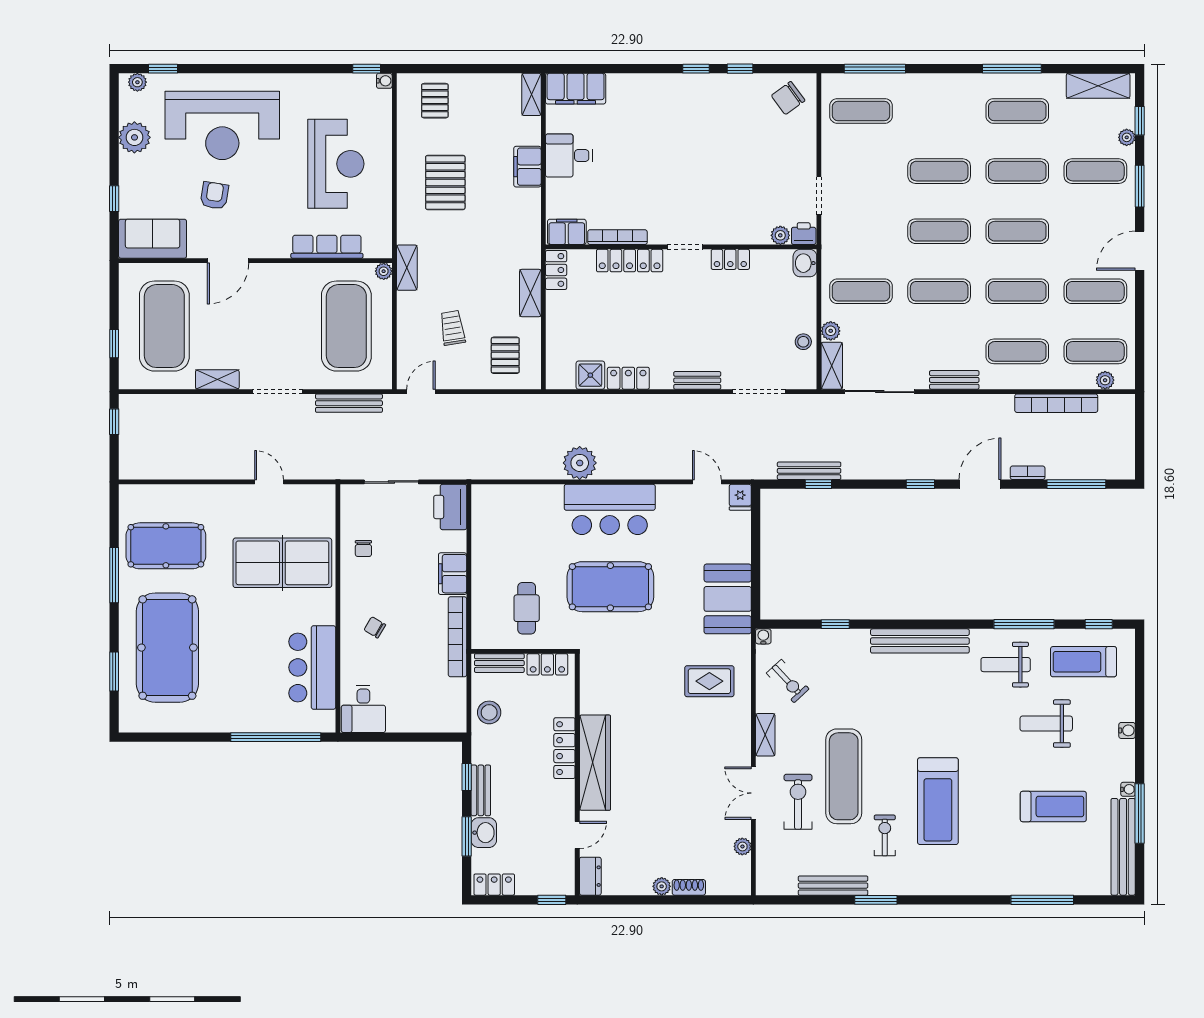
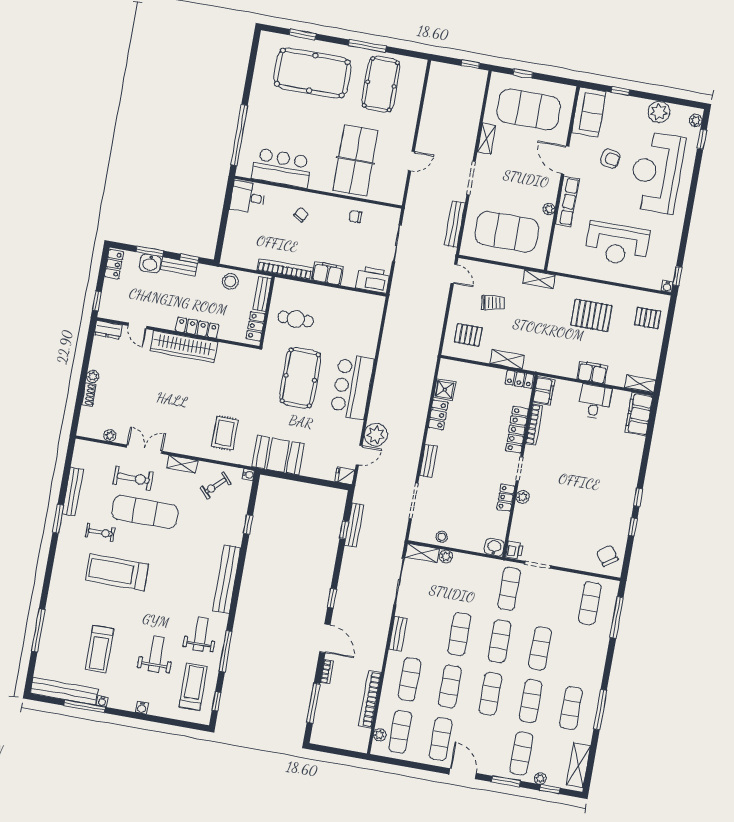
plant: (780, 235) -> (522, 497), moved
row of seats: (327, 247) -> (567, 201), moved
plant: (384, 271) -> (549, 209), moved
exercise mat: (861, 291) -> (509, 589), moved
plant: (580, 463) -> (376, 435), moved

